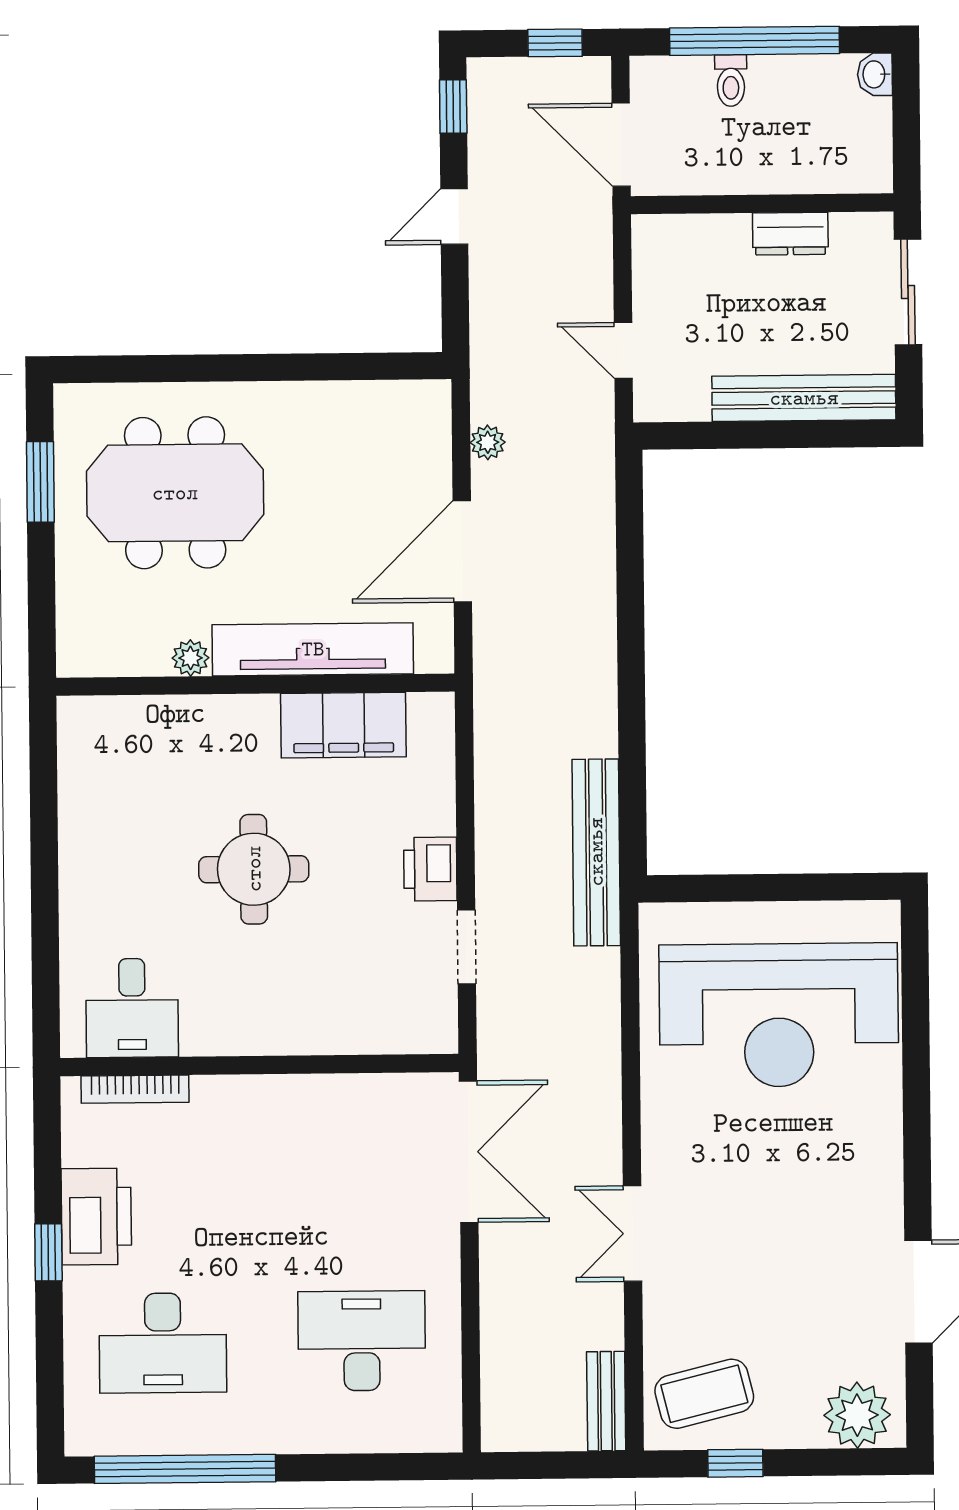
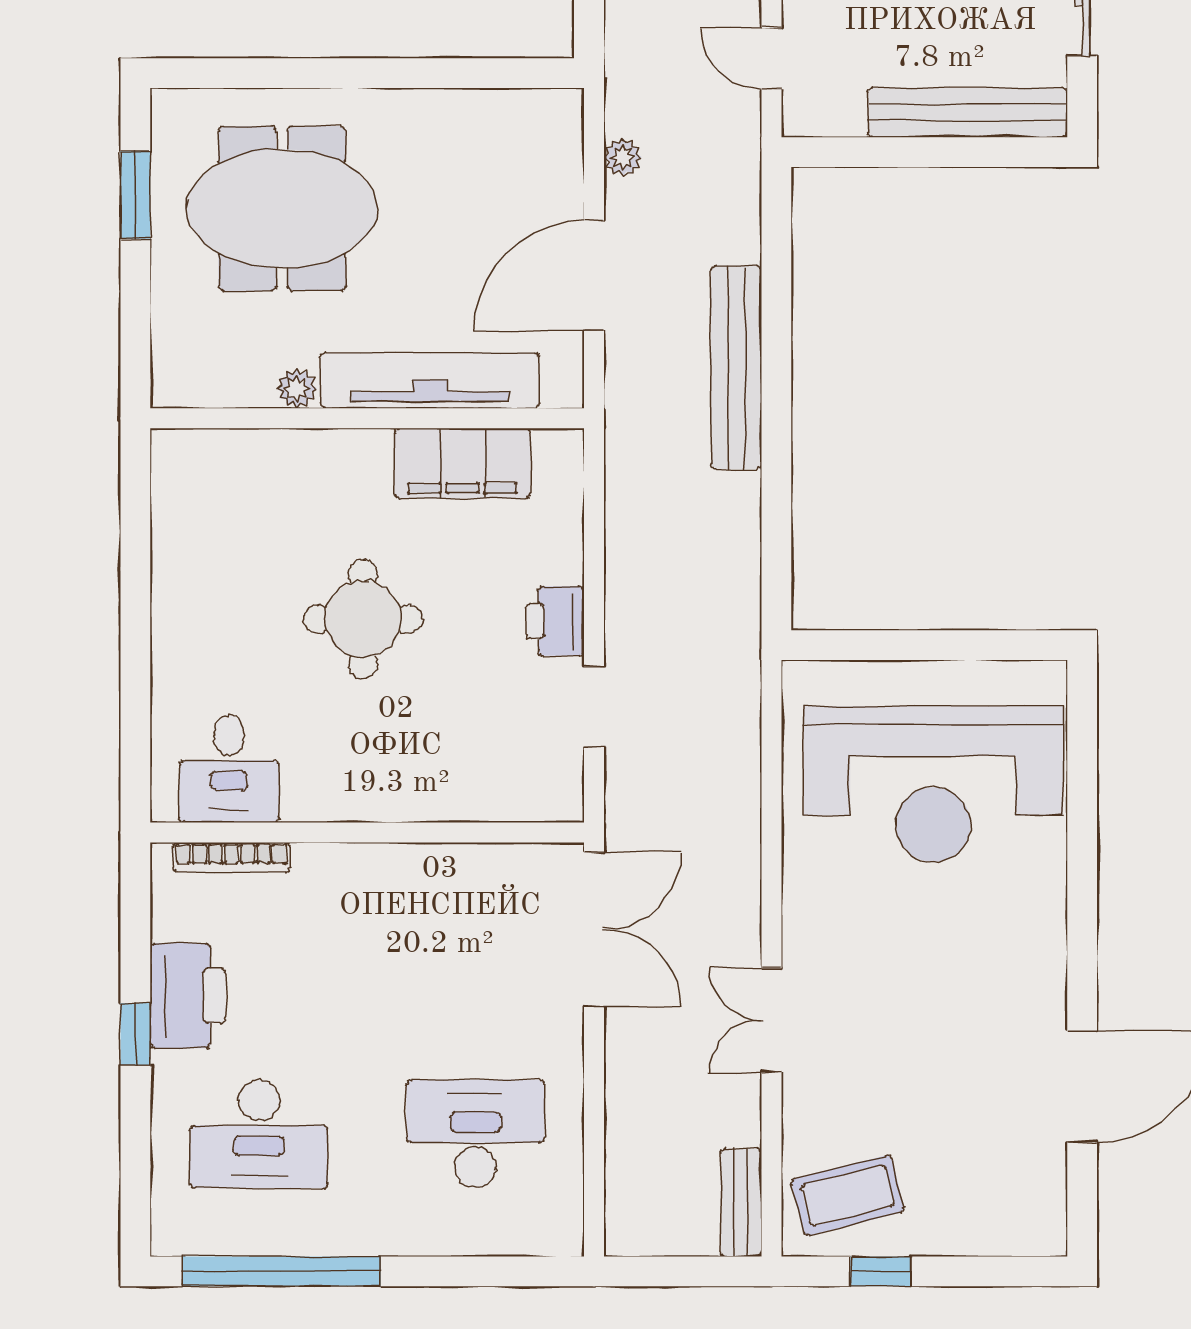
bench: (596, 852) -> (736, 367), moved
plant: (857, 1415) -> (1014, 1220), removed

